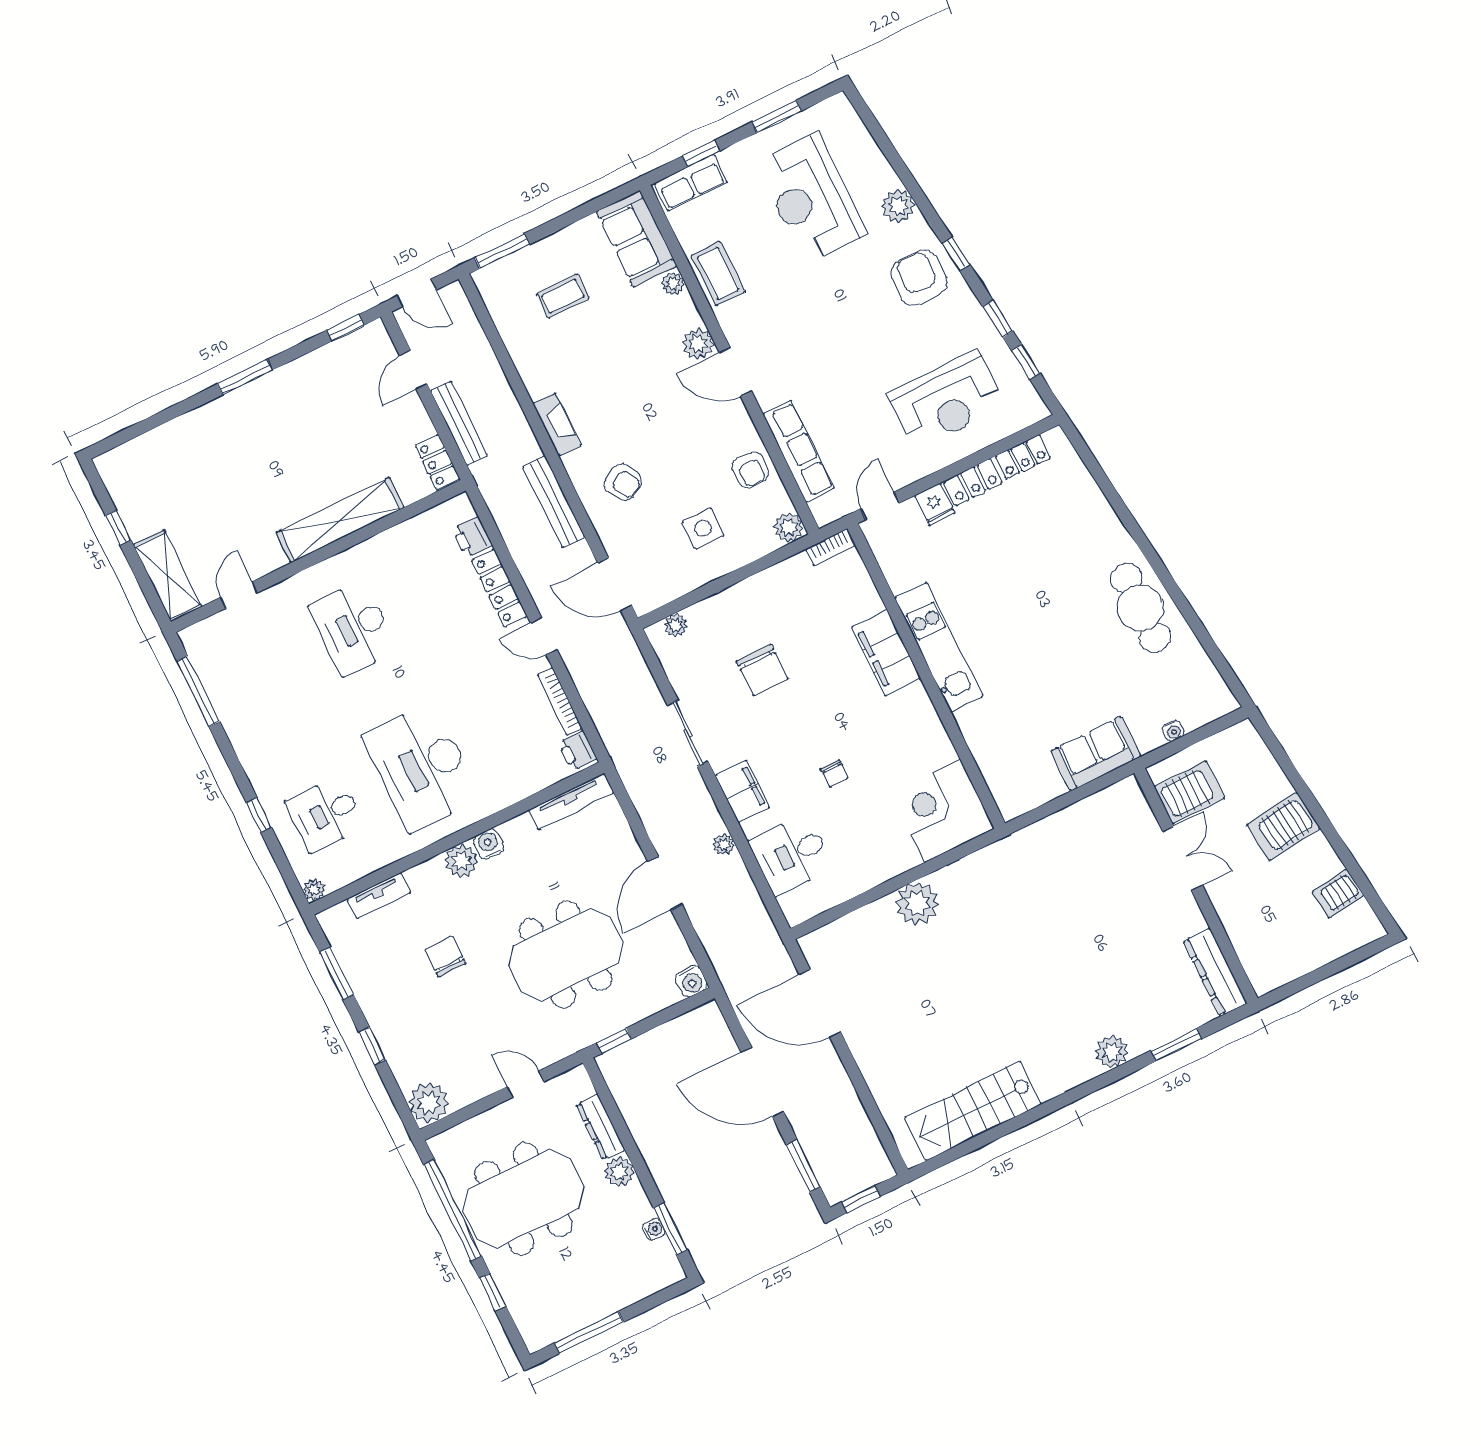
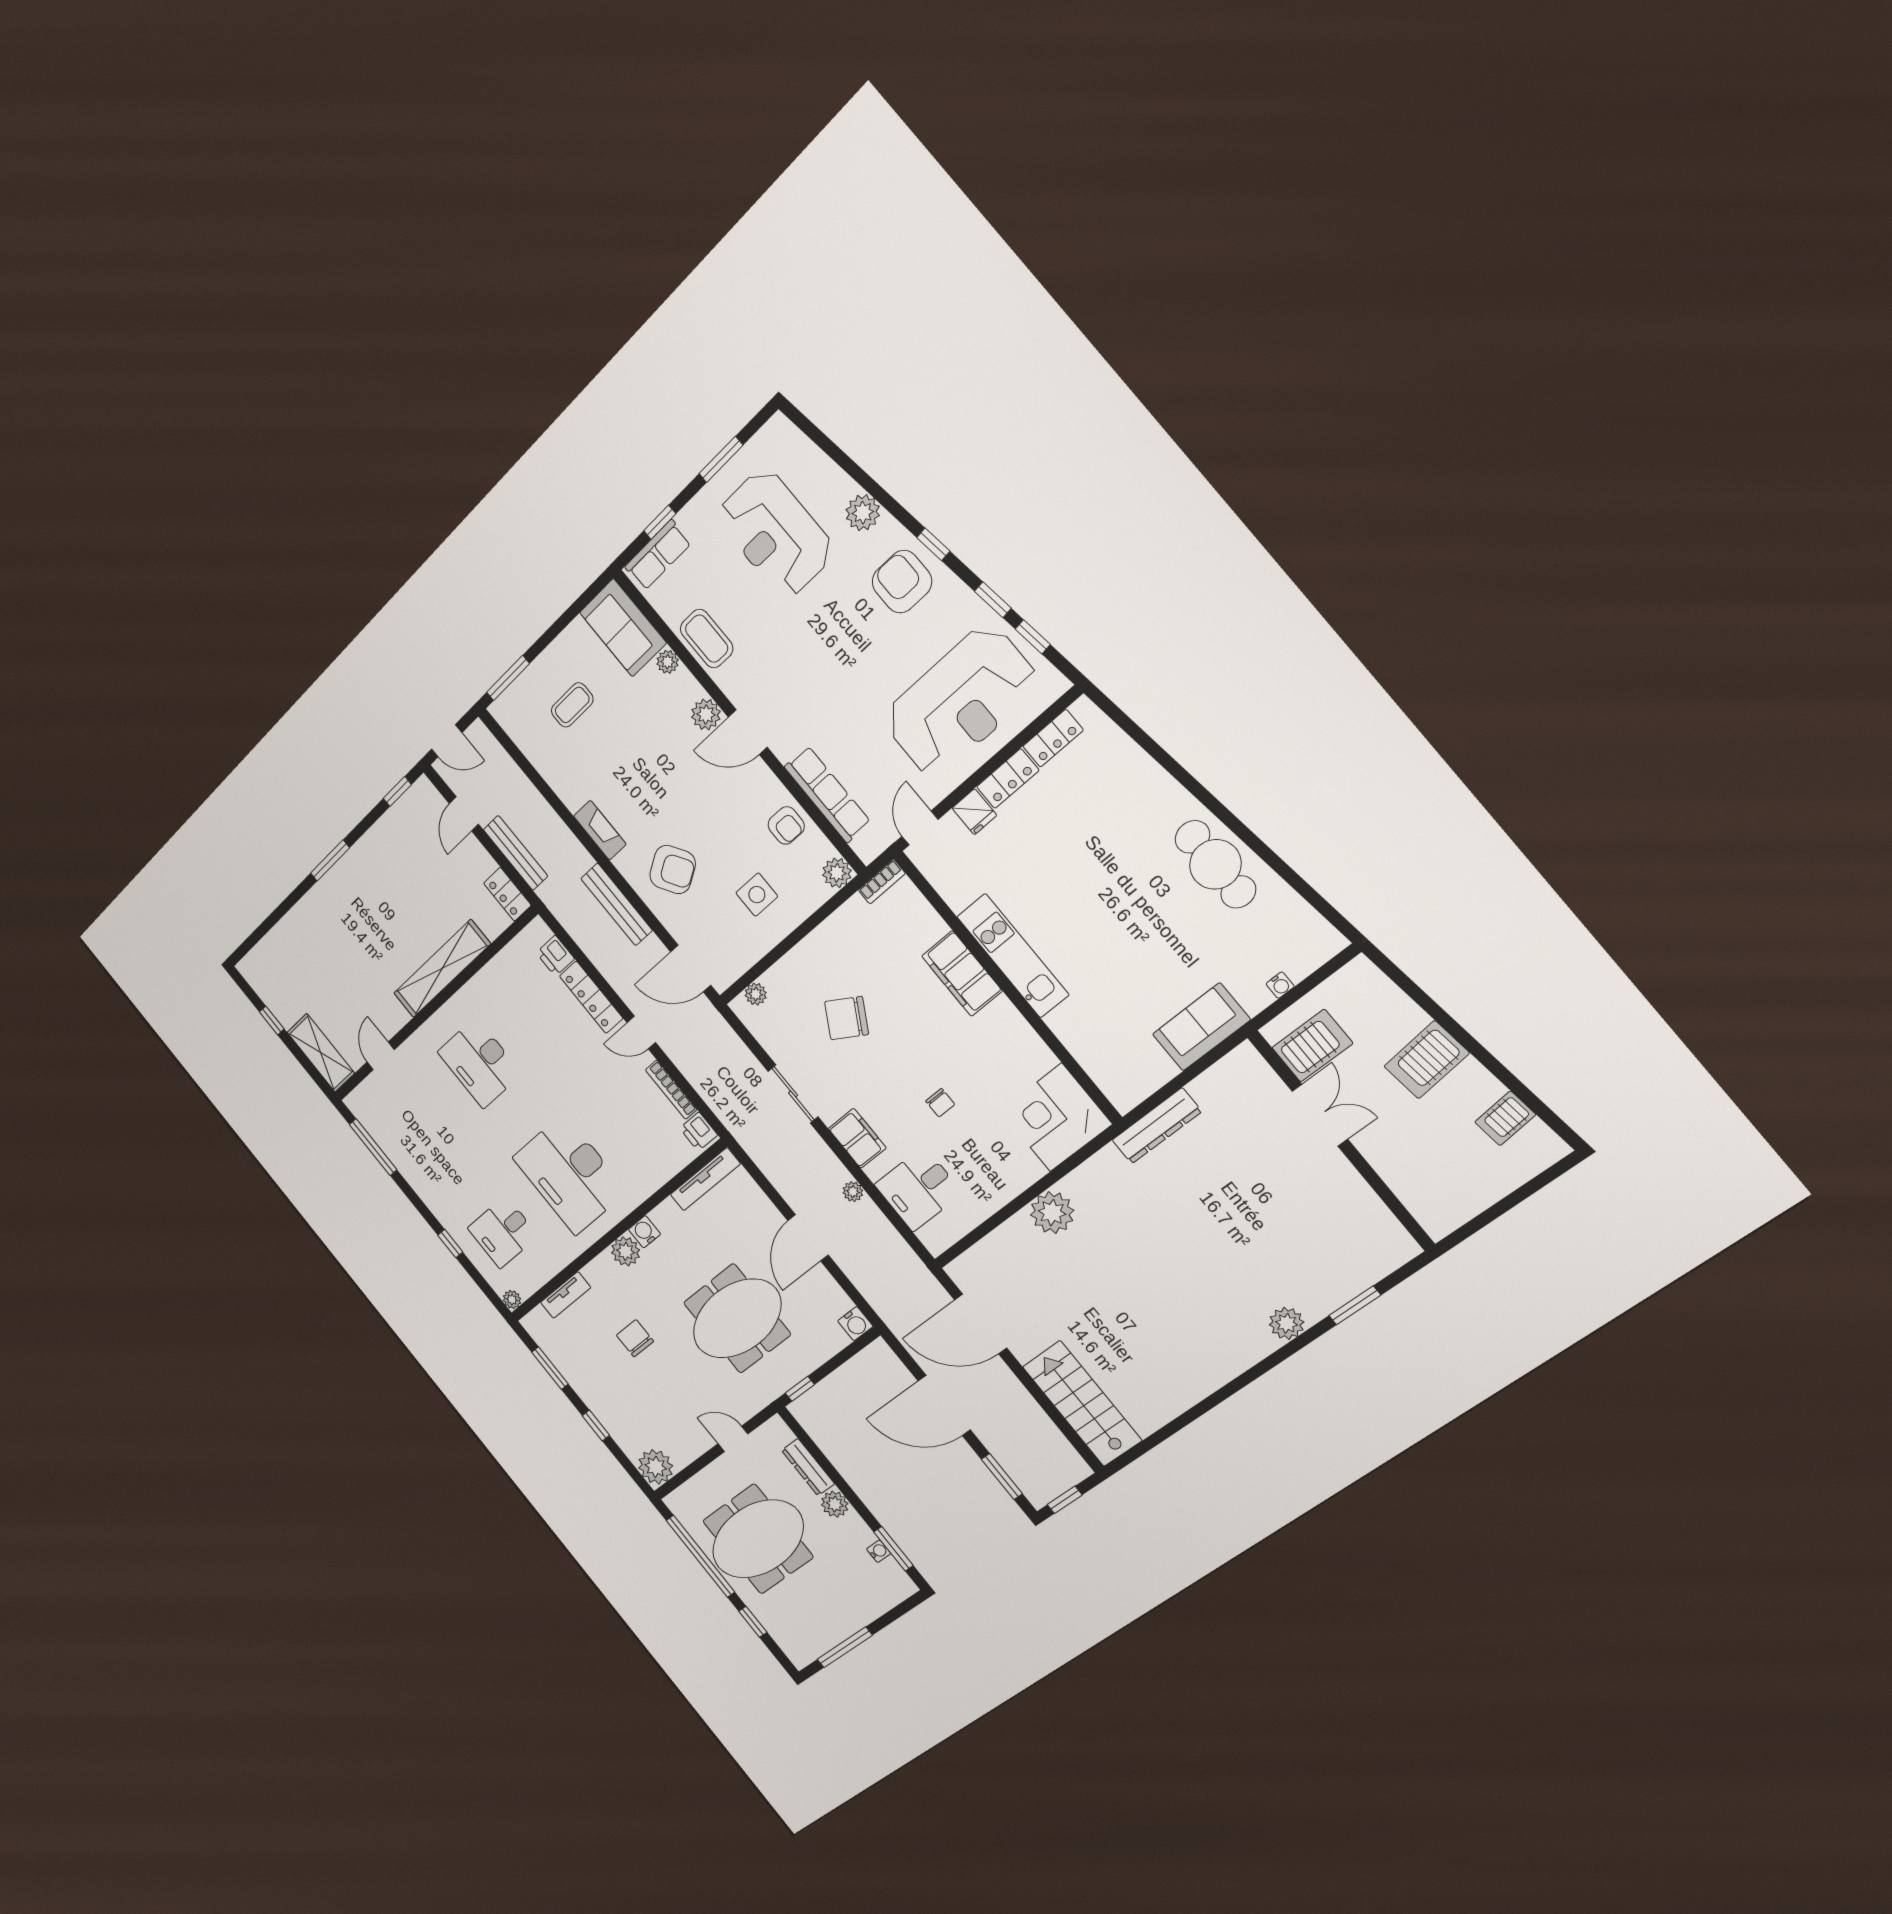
reception desk: (946, 400) -> (960, 701), width x1.36, depth x1.30
armchair: (623, 482) -> (673, 869), width x1.38, depth x1.38
chair: (762, 670) -> (847, 1018), turned 121
dresser: (1215, 972) -> (1157, 1126), moved, turned -90
stairs: (973, 1111) -> (1082, 1403), moved, turned 90

